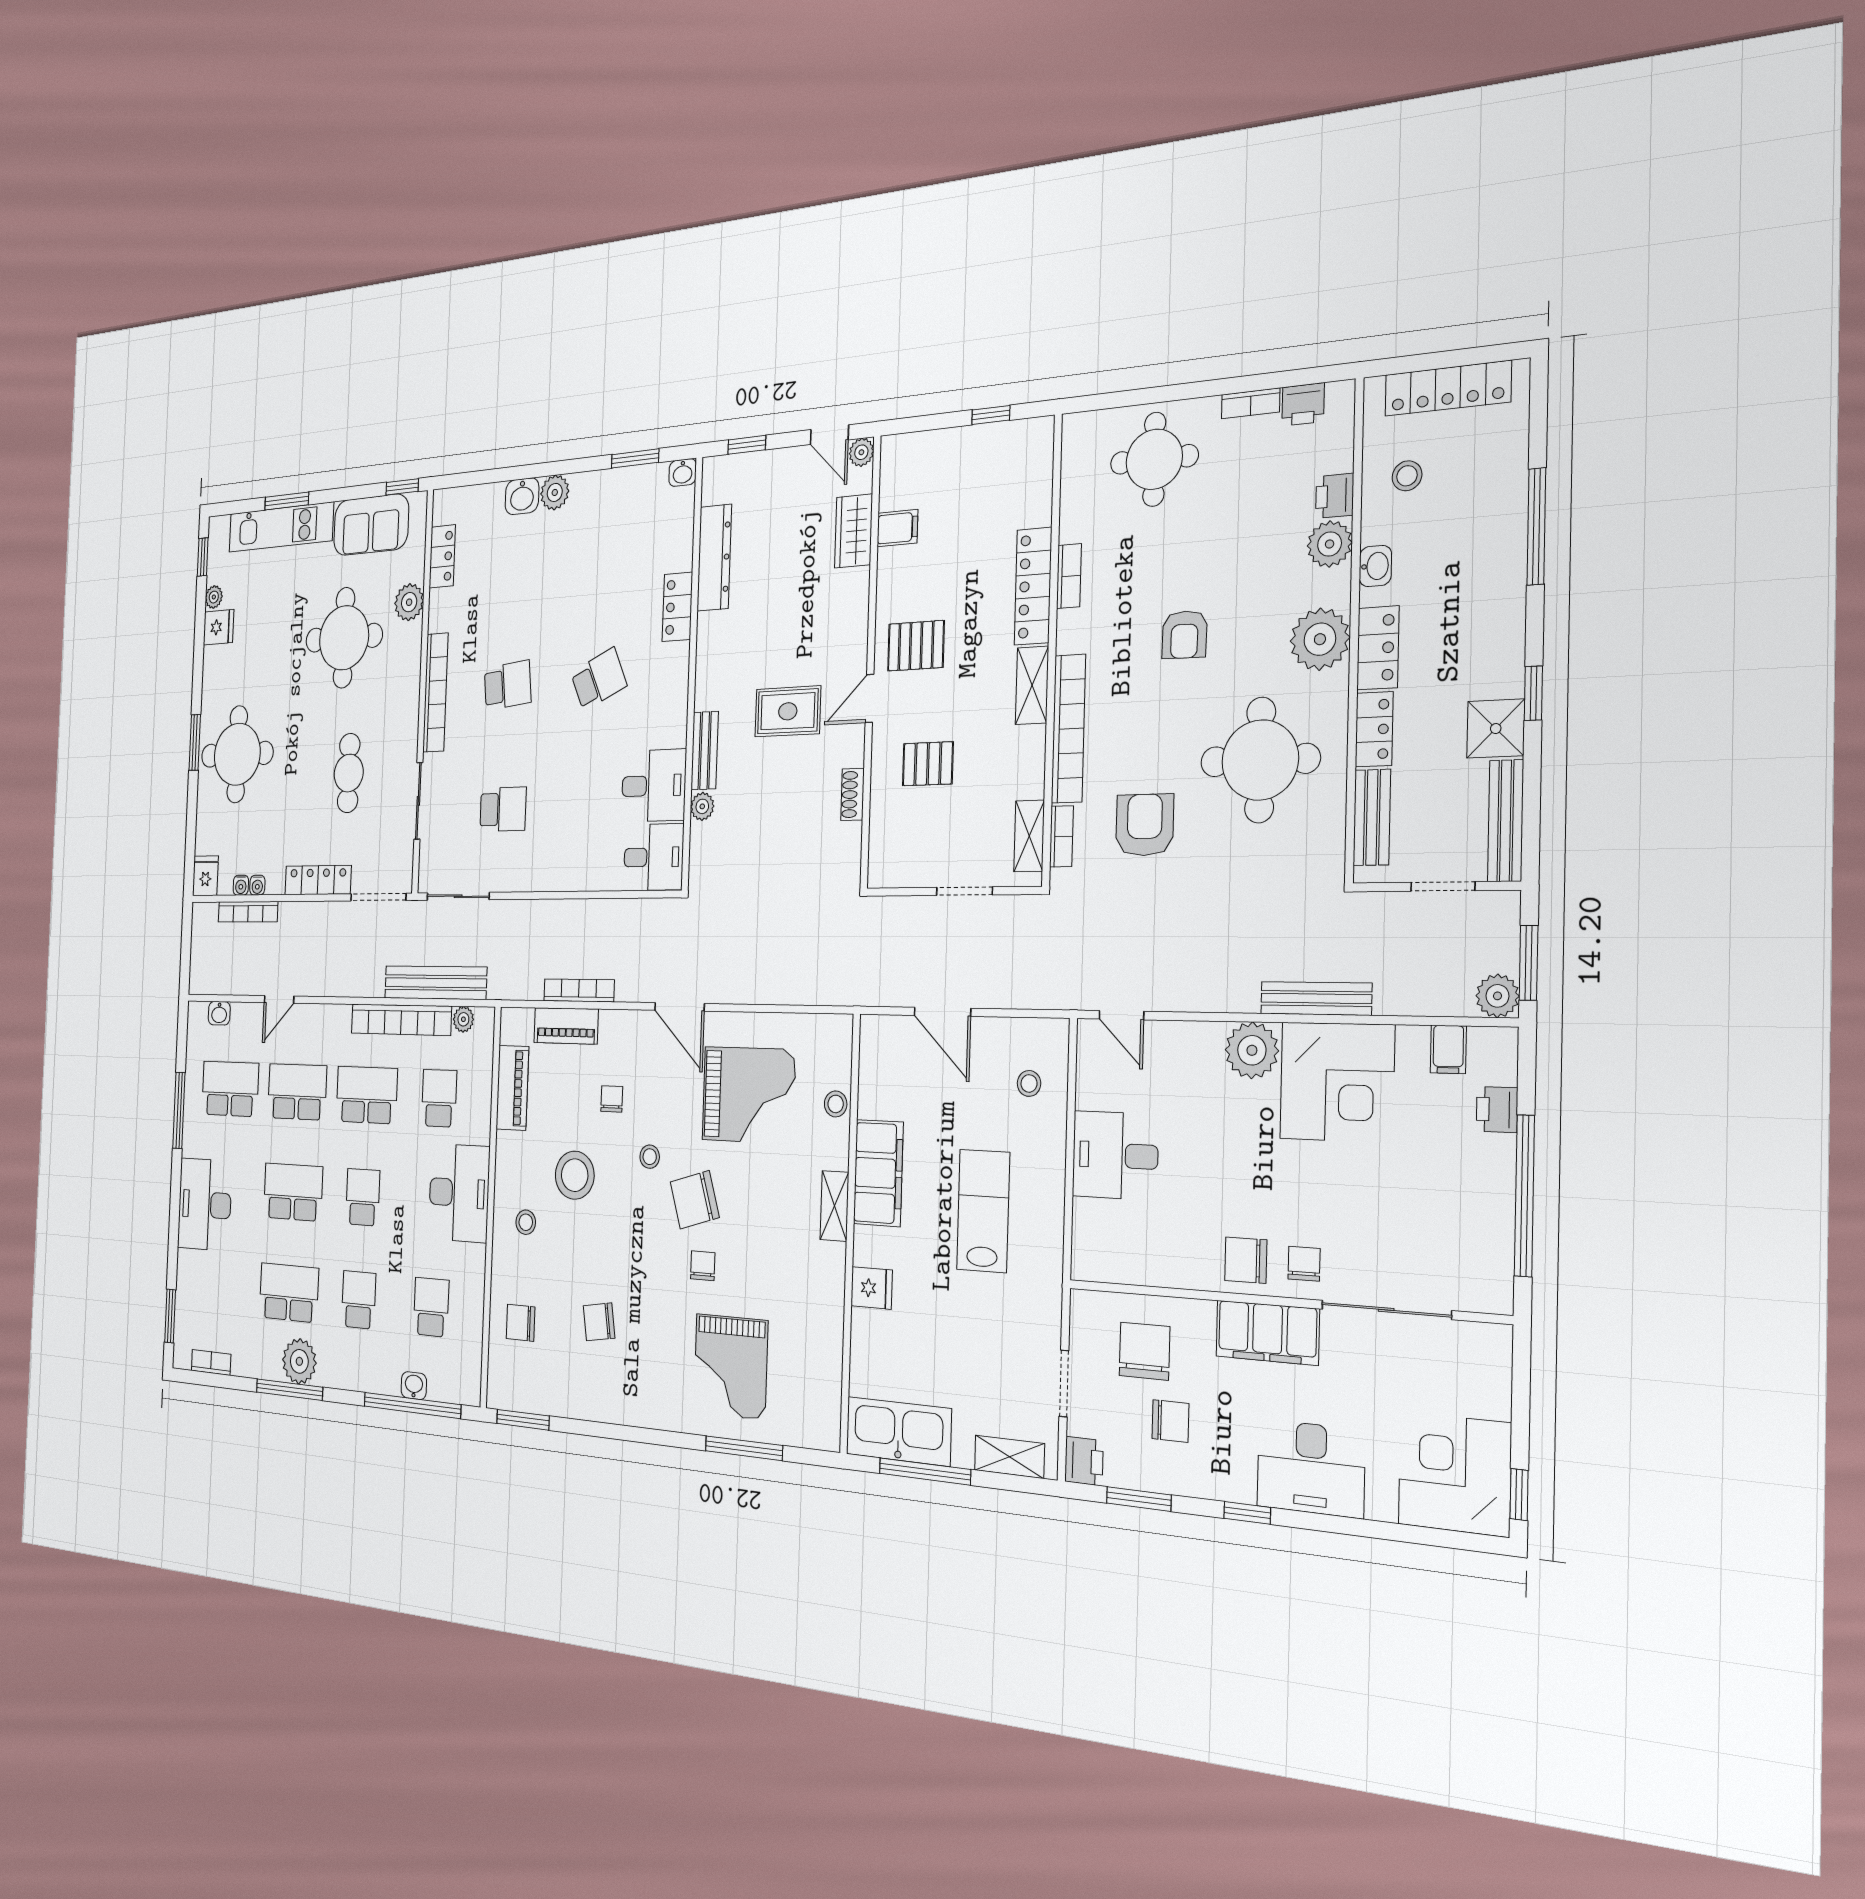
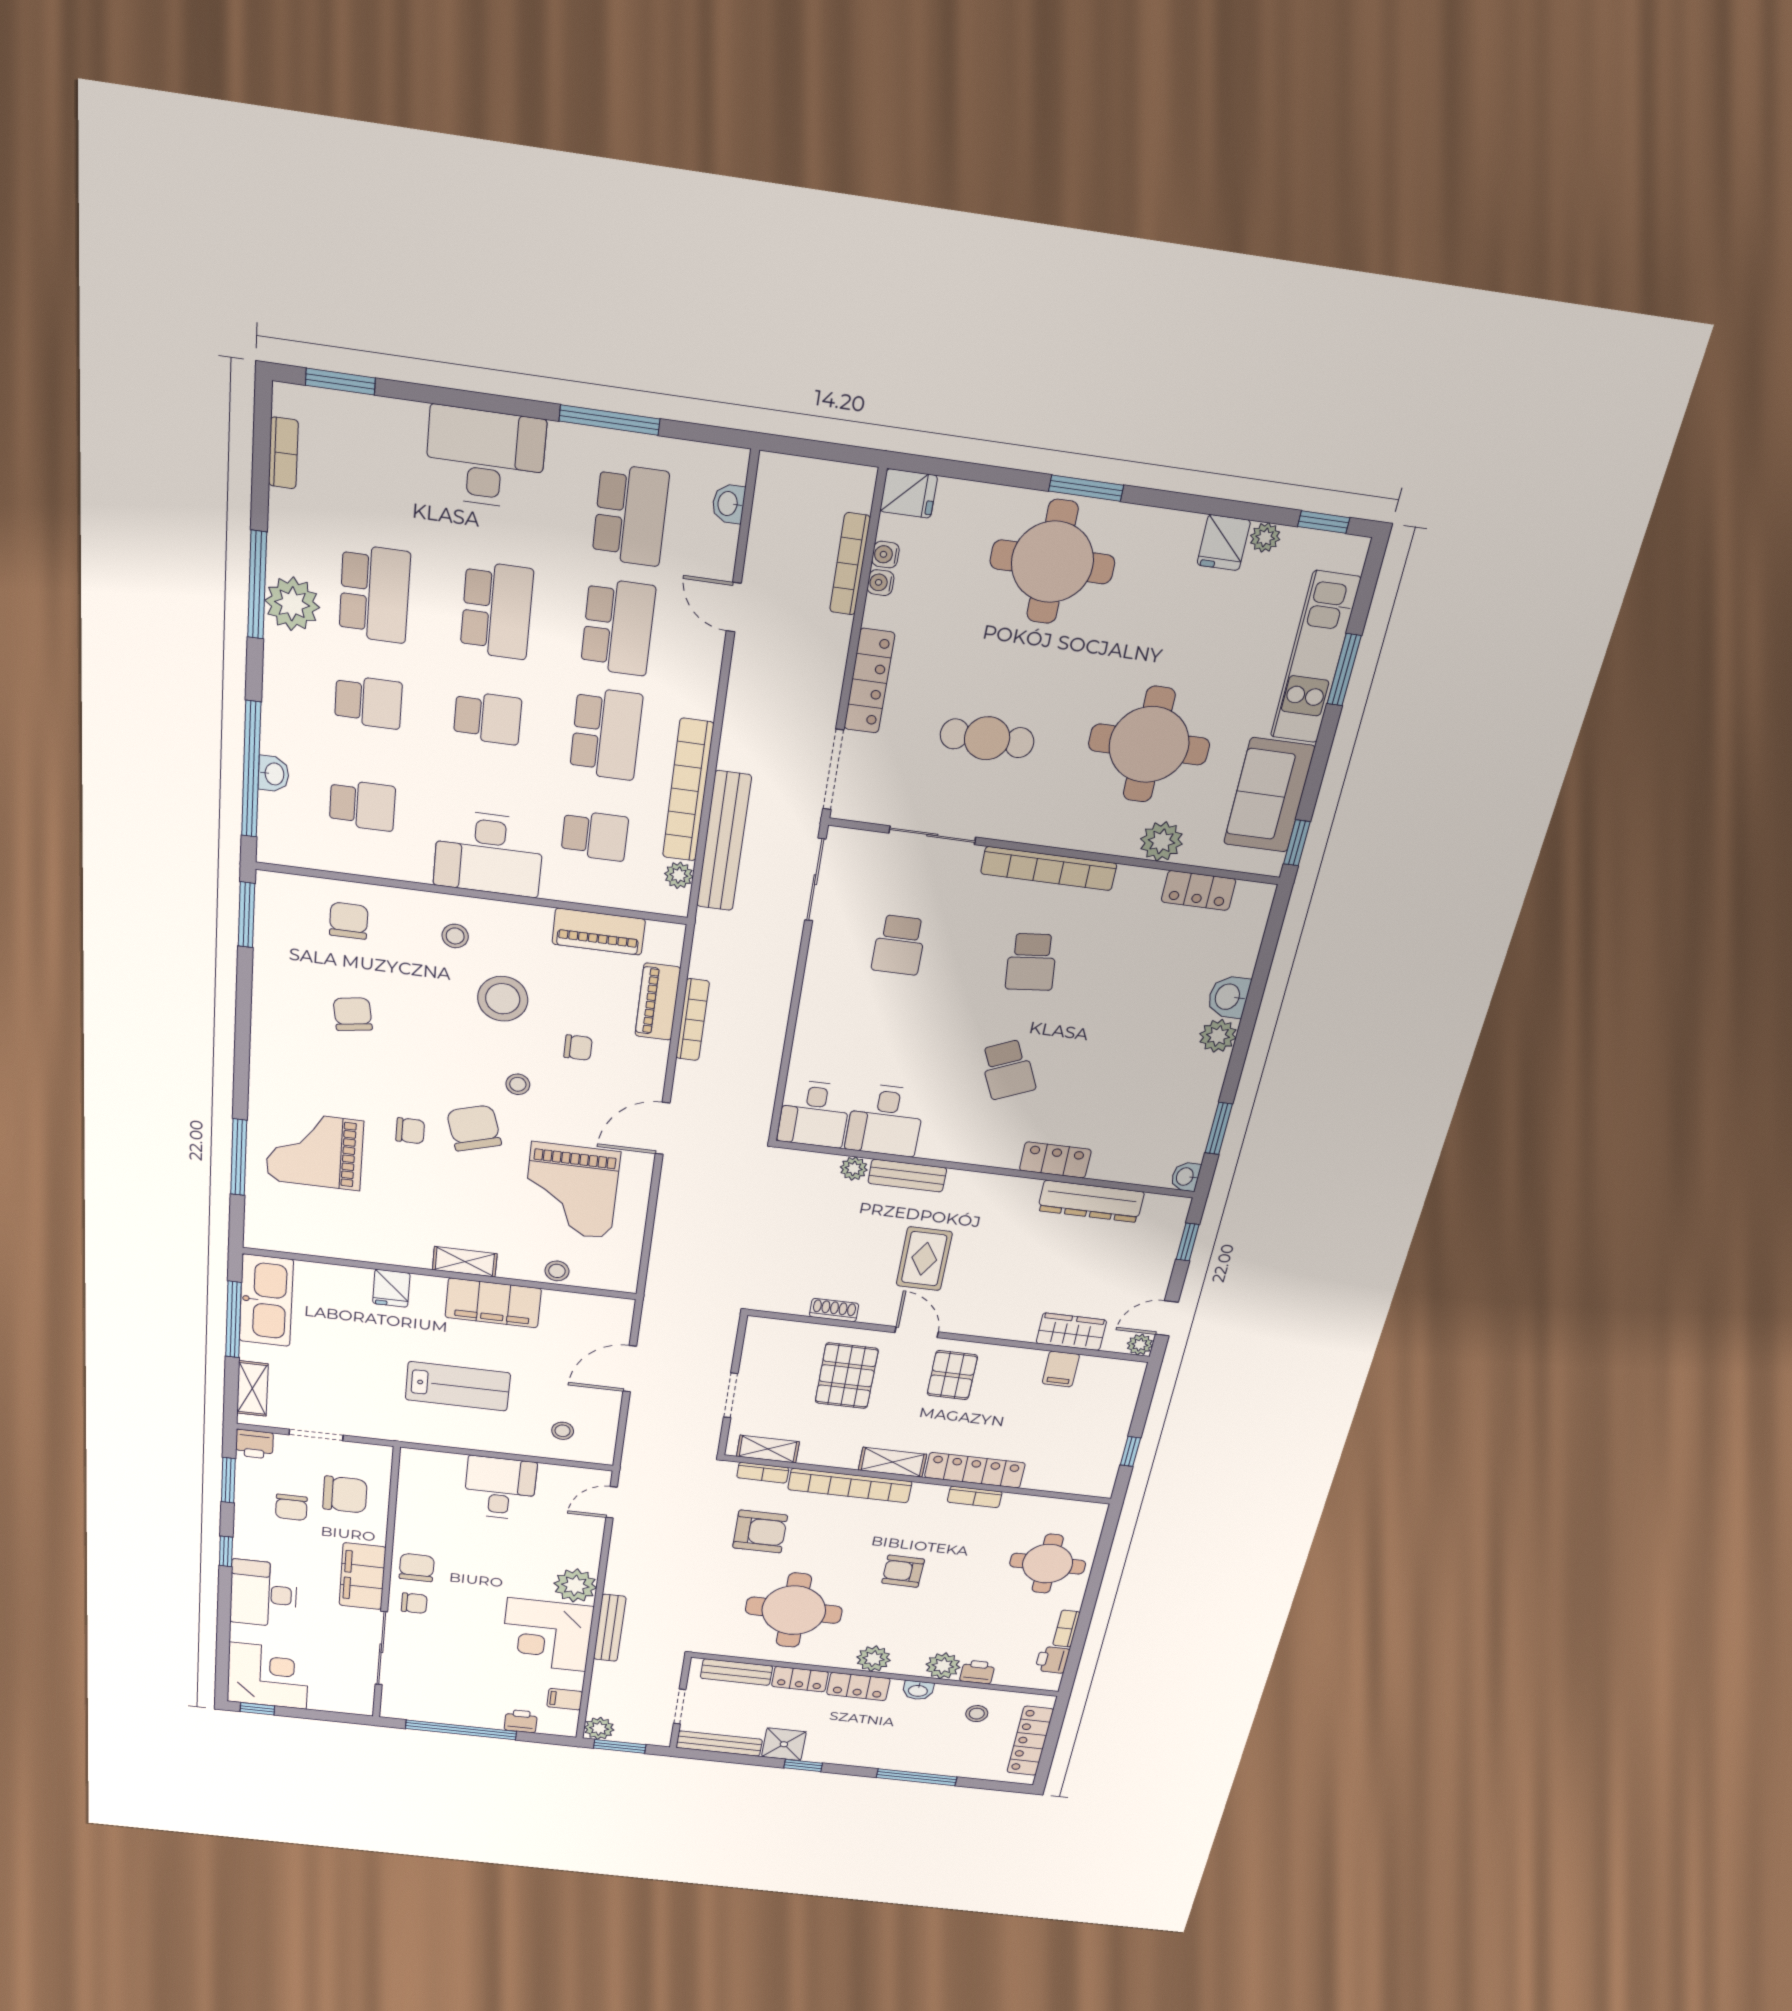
plant: (1320, 639) -> (873, 1659), width x0.73, depth x0.73
pallet: (928, 764) -> (847, 1376), width x1.50, depth x1.42

